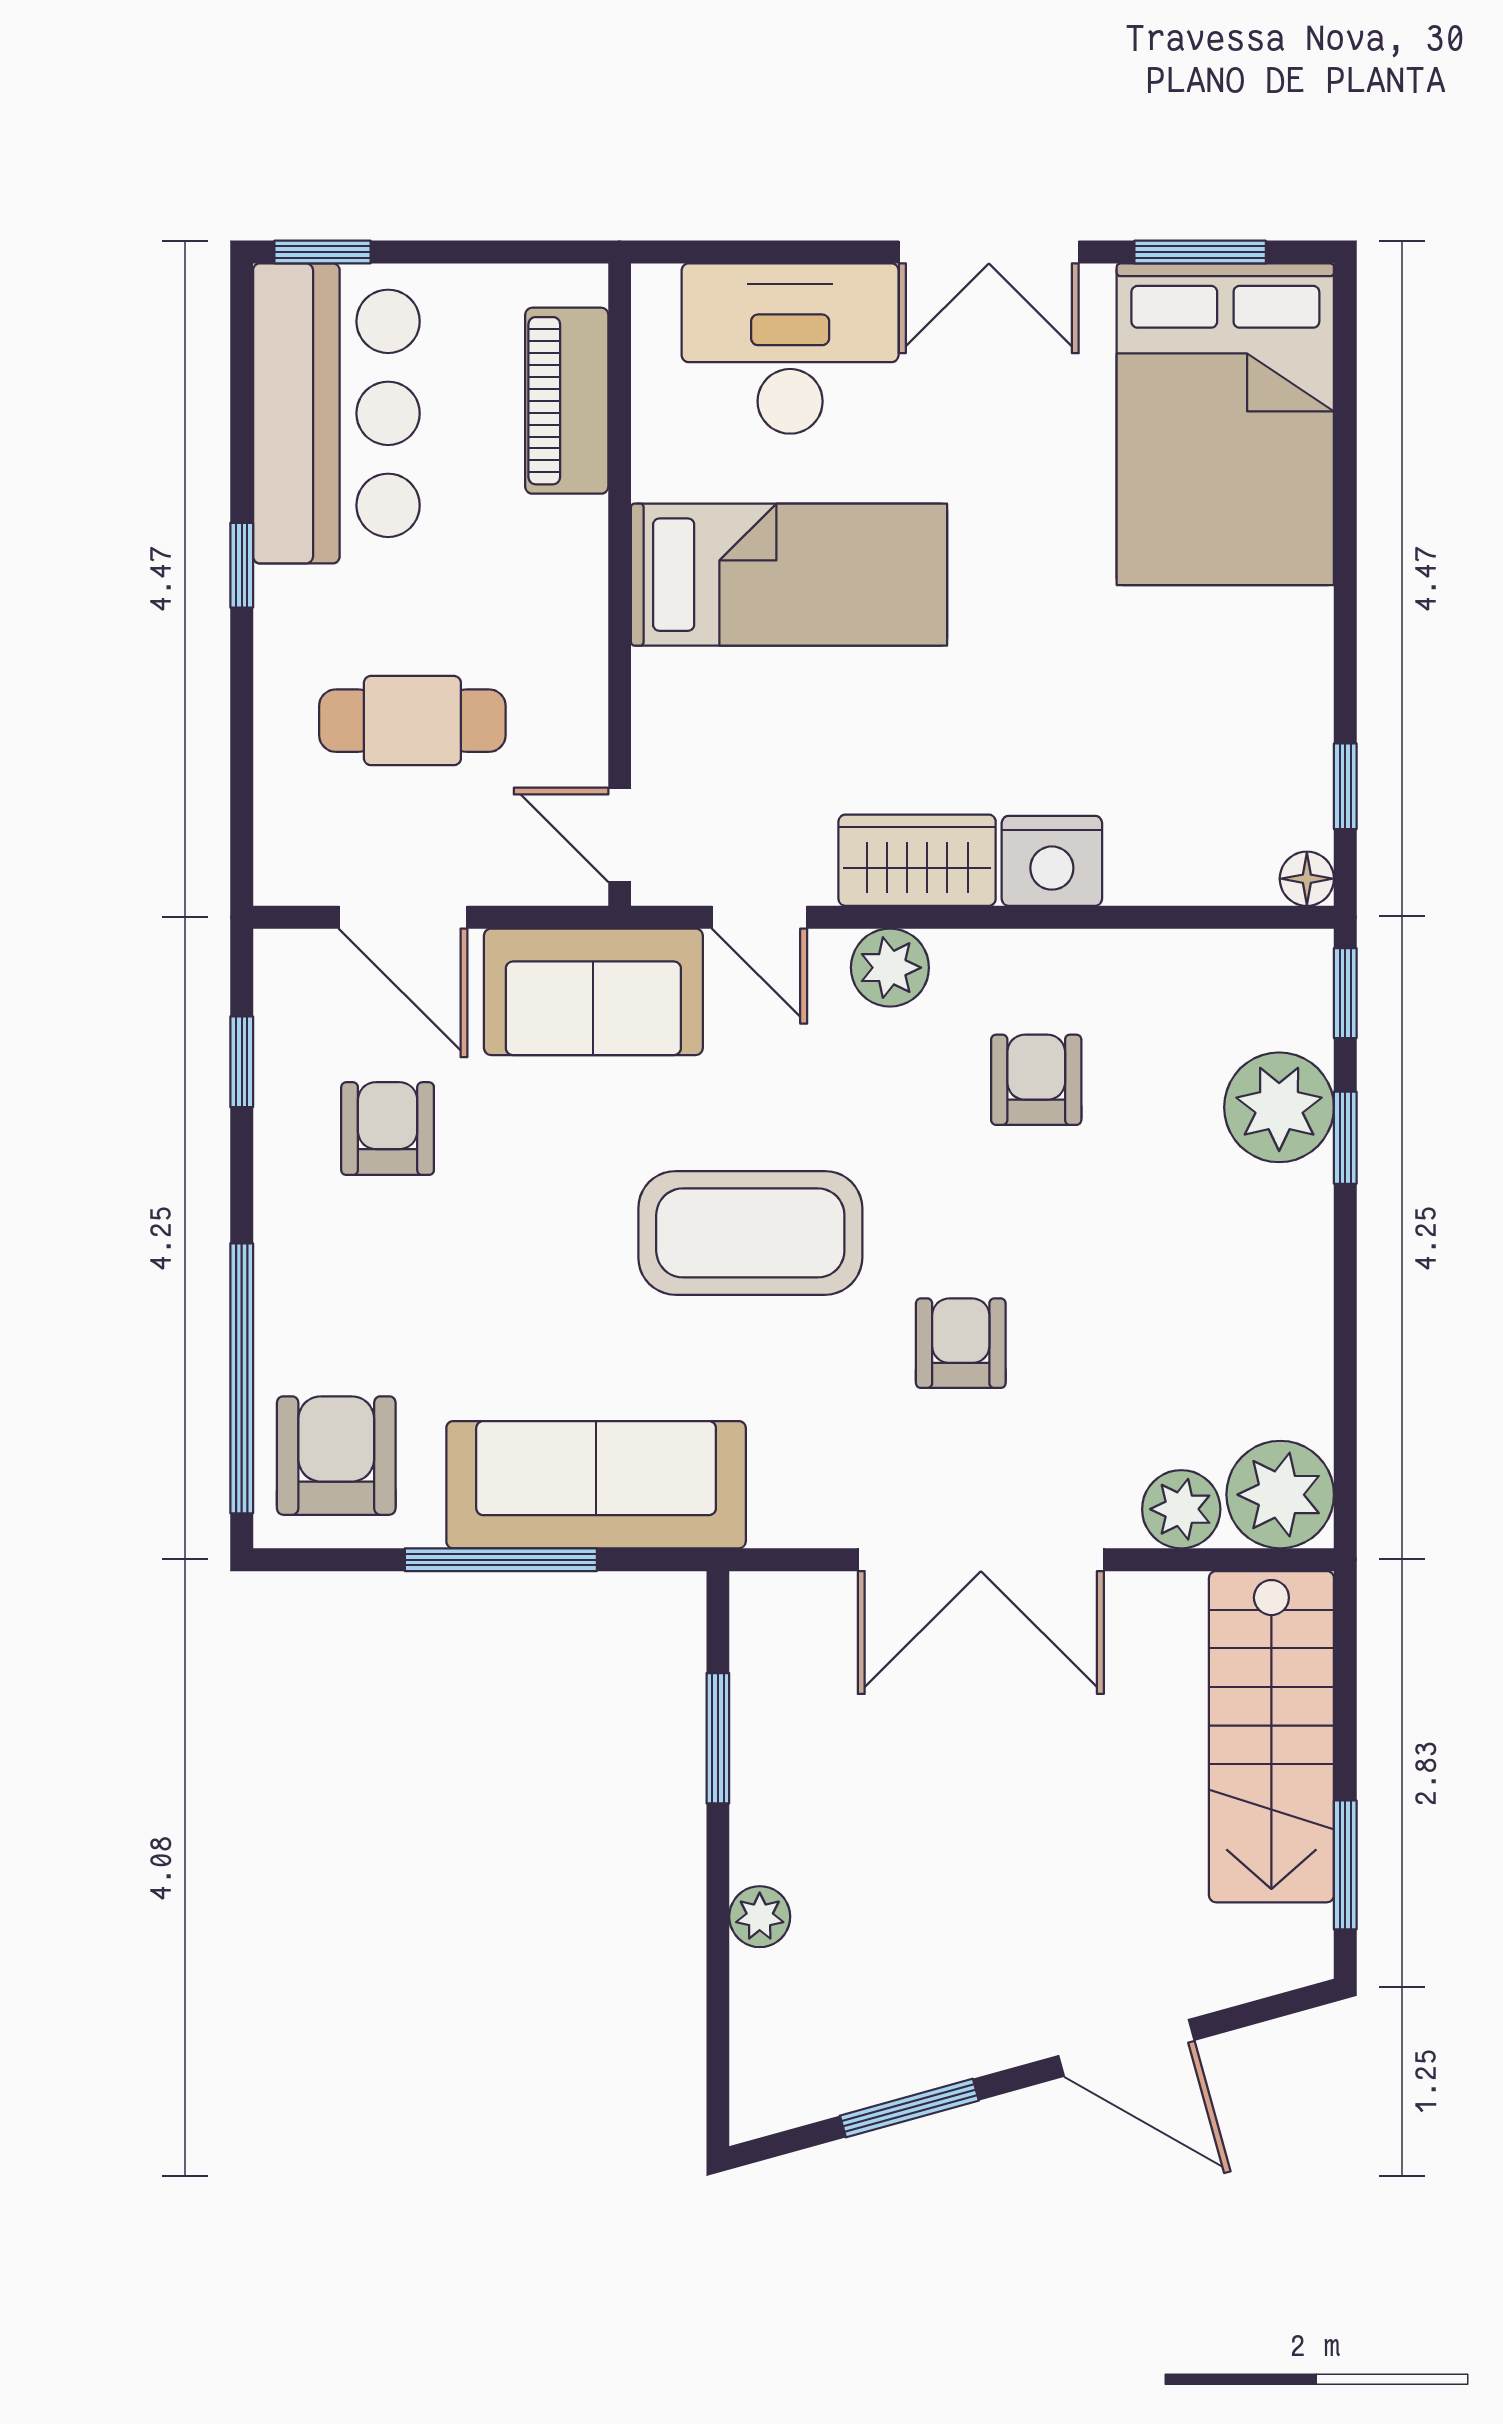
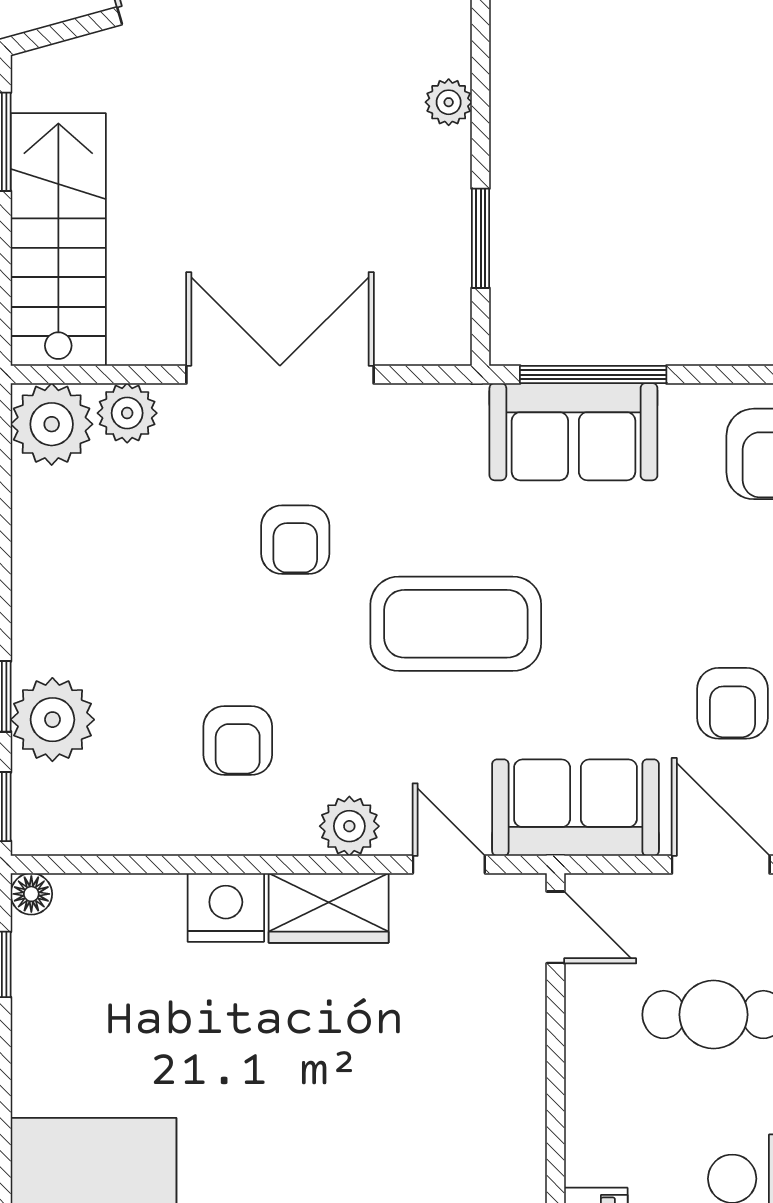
bed: (789, 575) -> (426, 1126), removed
sofa: (596, 1485) -> (573, 432), width x0.73
window: (501, 1560) -> (593, 375), moved

